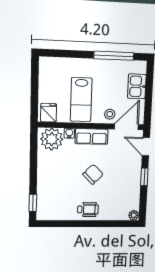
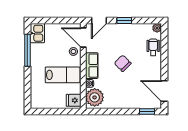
kitchen sink: (137, 86) -> (37, 33), moved, turned -90
wheelchair: (88, 209) -> (153, 47), moved
door: (58, 224) -> (164, 91), added

